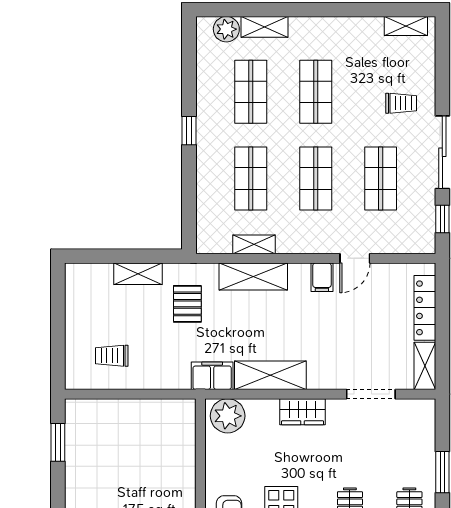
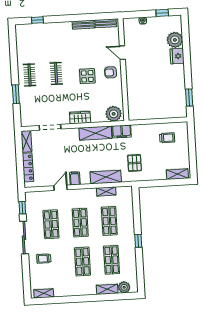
shelving: (138, 274) -> (177, 174), moved

